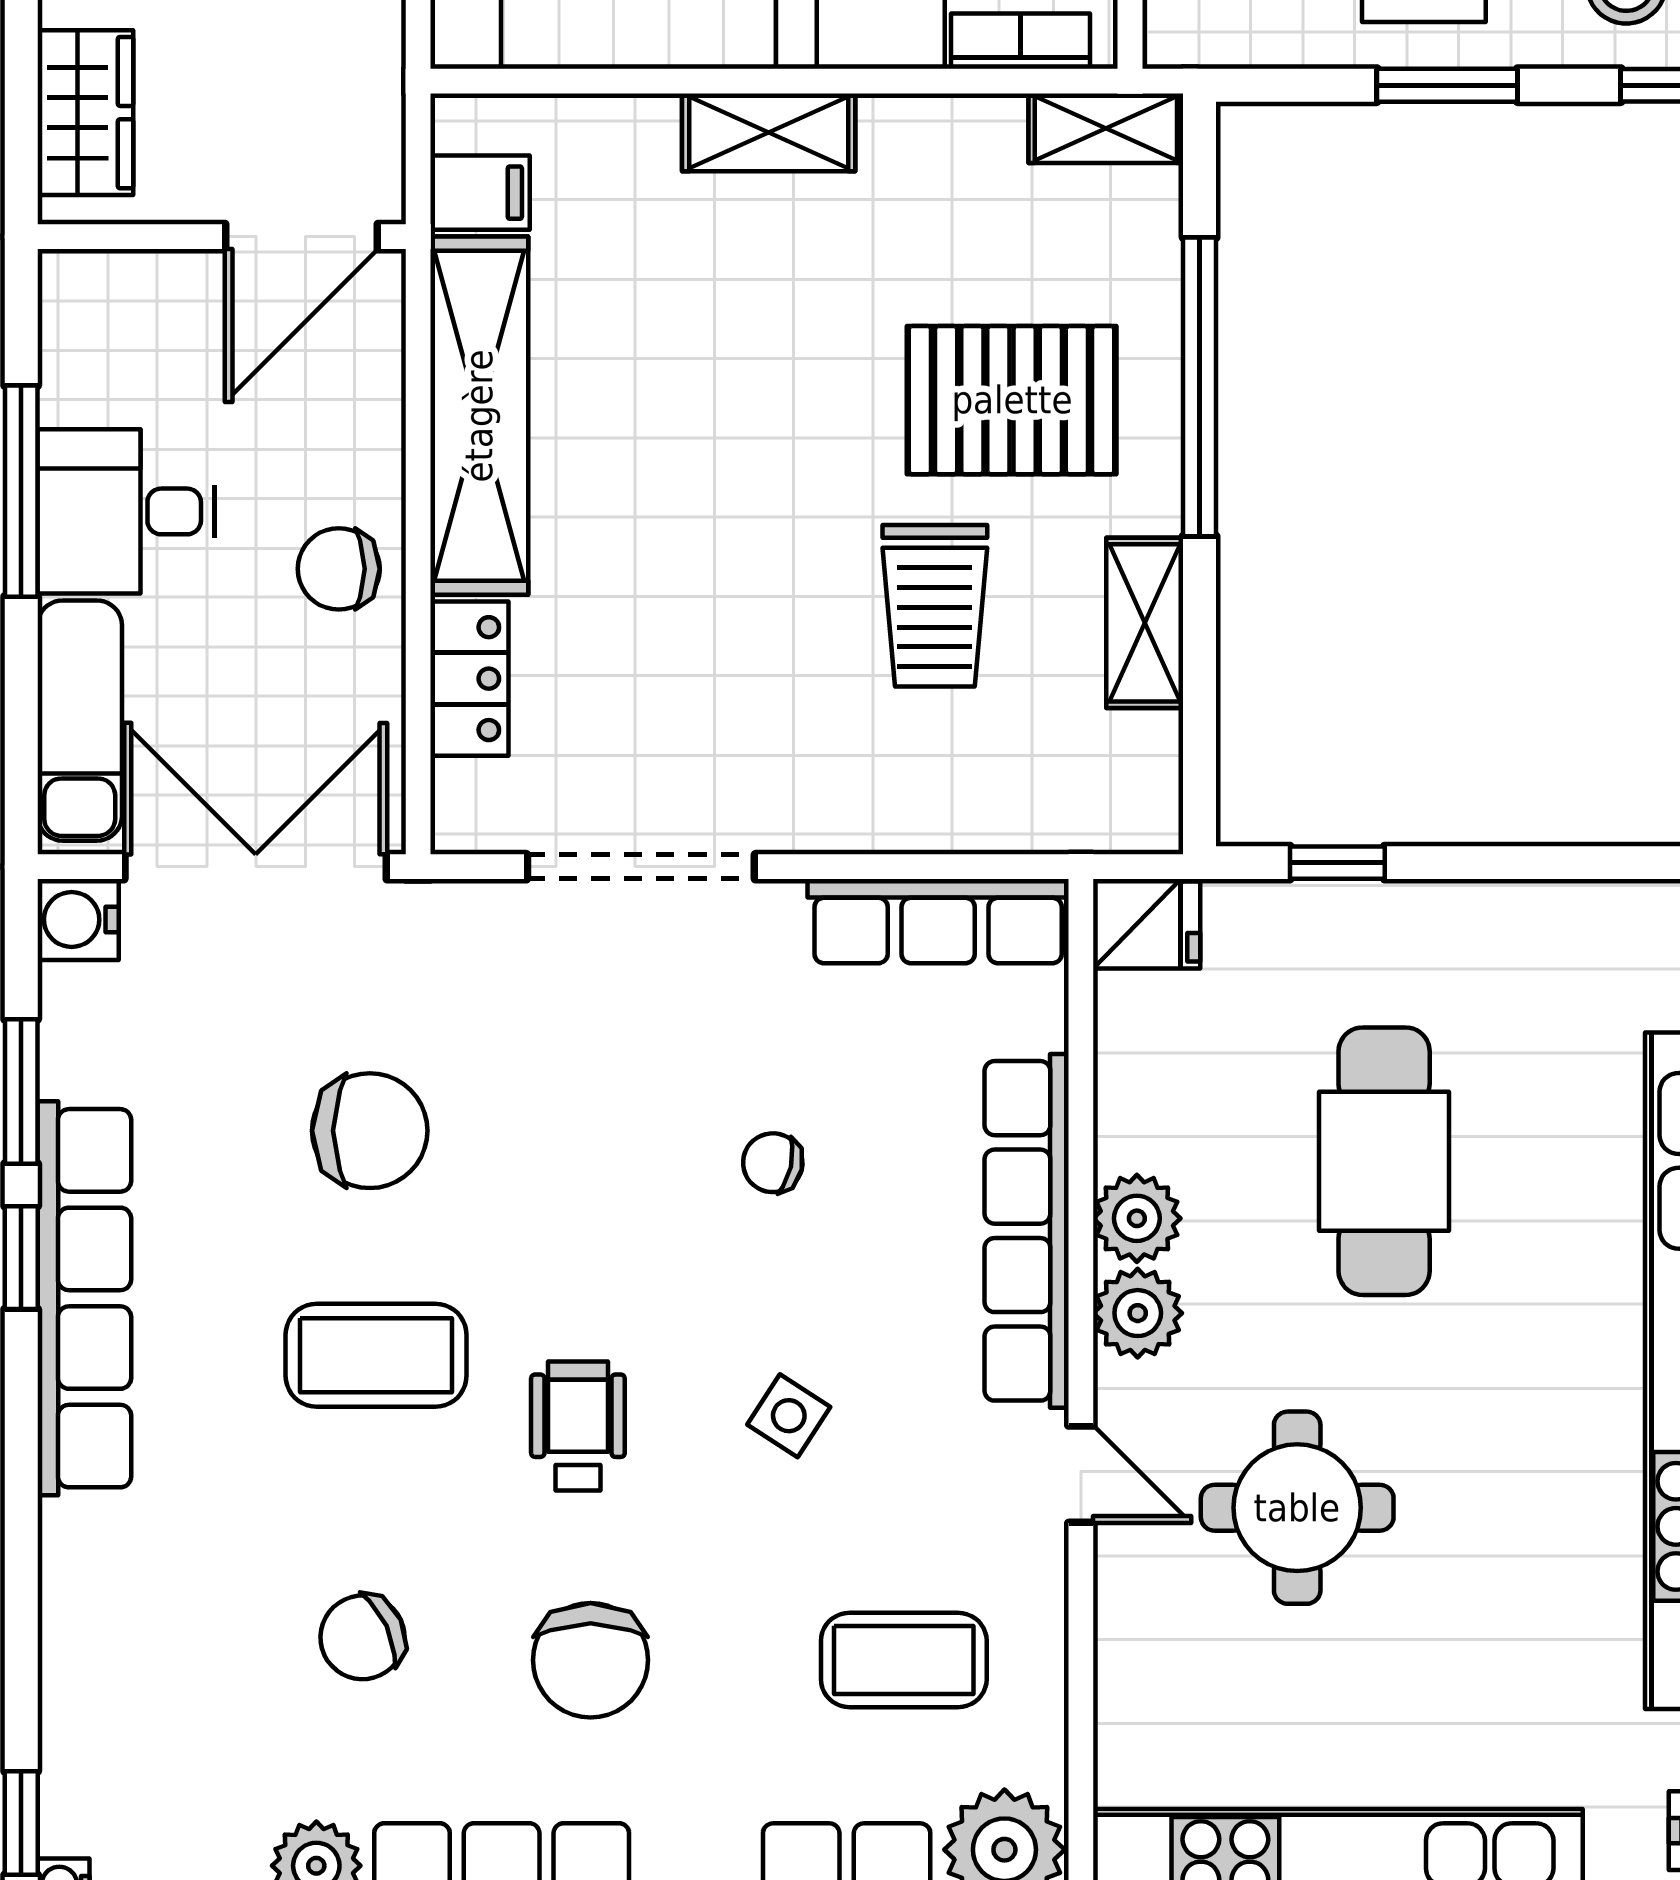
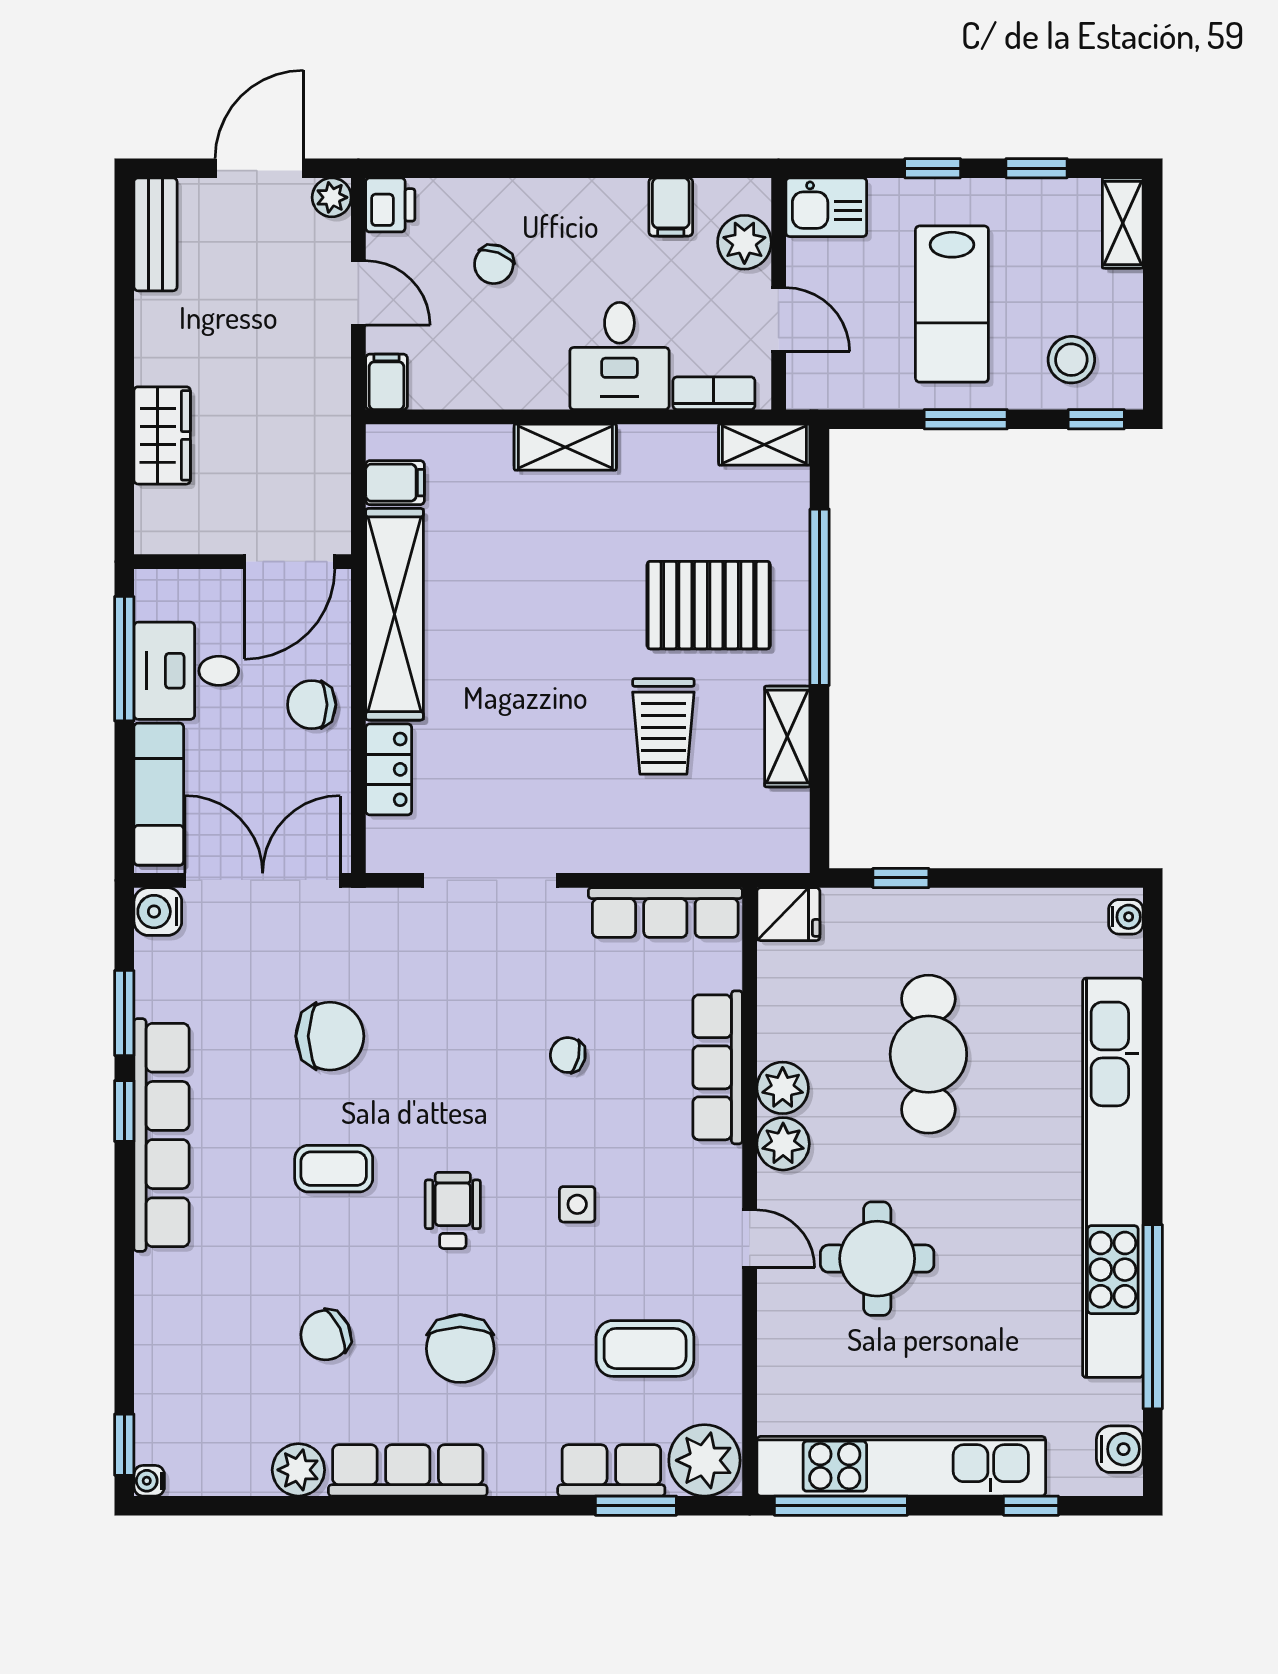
wall: (222, 237) -> (243, 562), moved
door: (301, 237) -> (290, 562), moved
row of seats: (1027, 1231) -> (718, 1067), width x0.73
coffee table: (376, 1355) -> (334, 1169), width x0.73, depth x0.77
side table: (789, 1416) -> (577, 1204), turned -33

